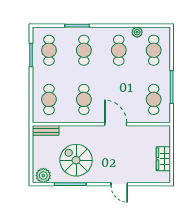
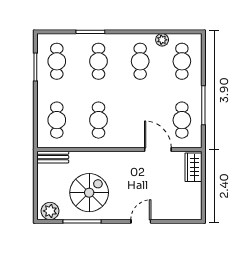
door: (116, 124) -> (158, 149), moved
wardrobe: (163, 159) -> (193, 167), moved
spiral stairs: (76, 160) -> (89, 193), turned 90
door: (119, 184) -> (141, 221), swing flipped

